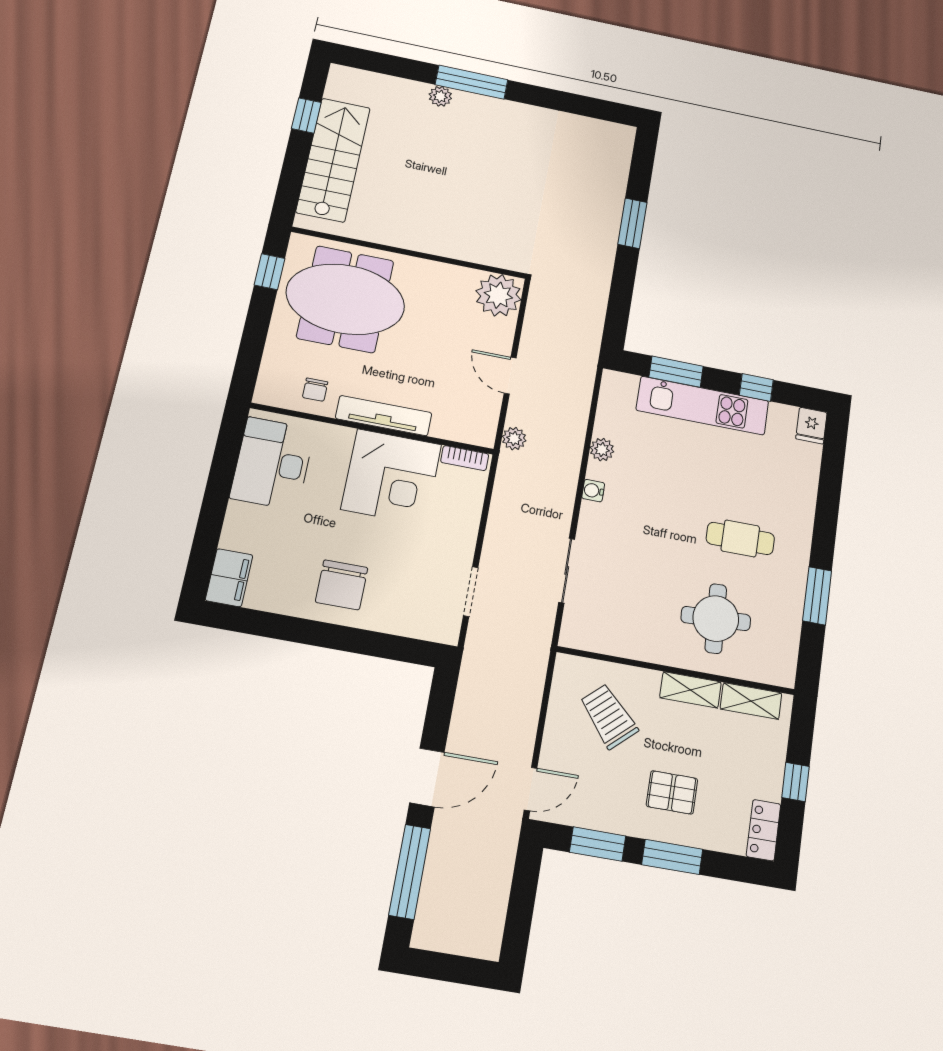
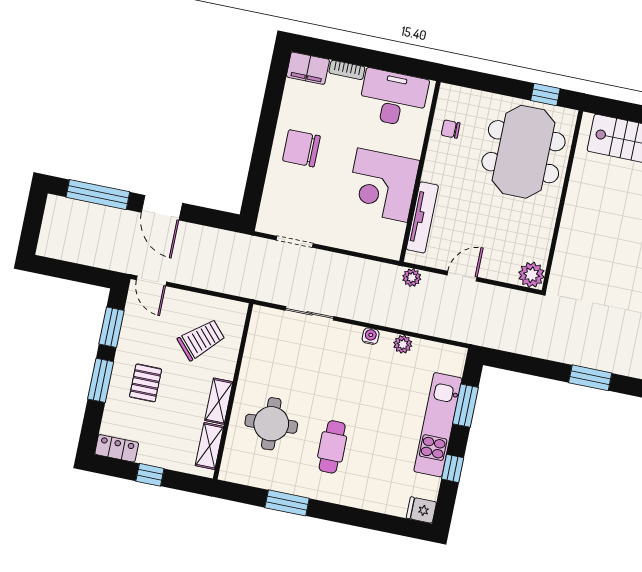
plant: (498, 295) -> (532, 275), width x0.73, depth x0.73
tv unit: (384, 416) -> (422, 217), moved
bookcase: (465, 458) -> (347, 70), moved, turned -90

